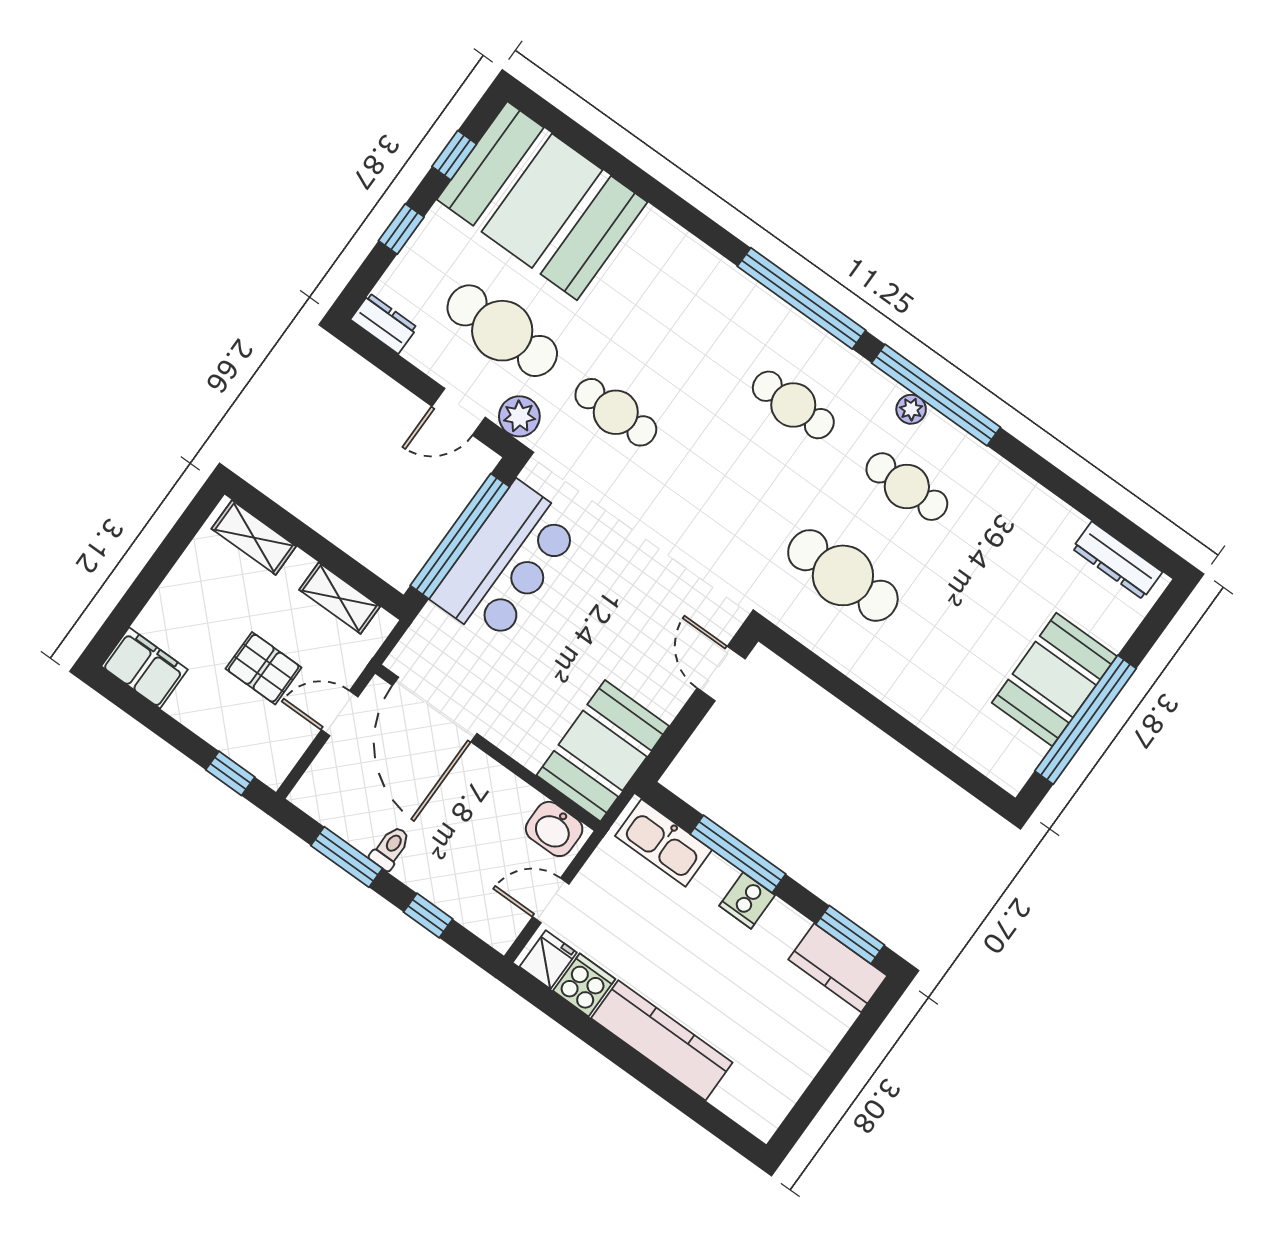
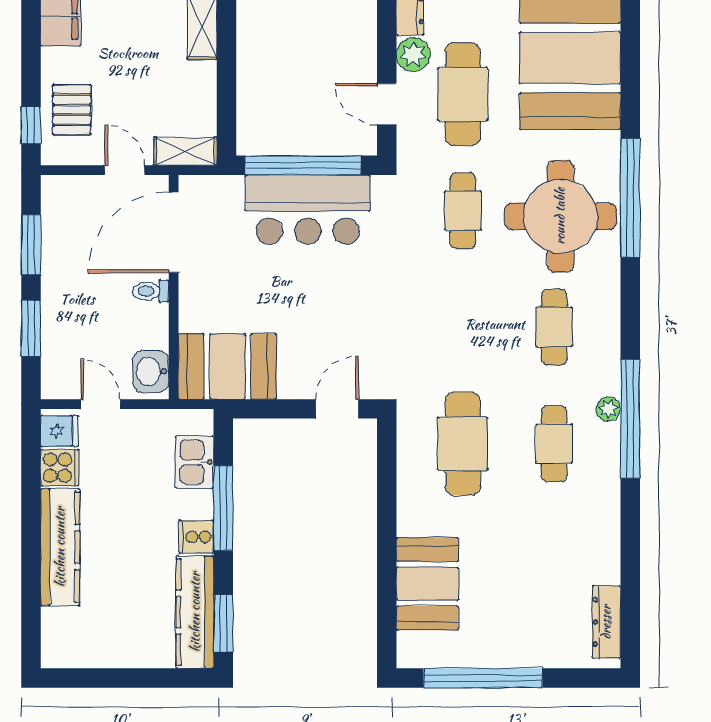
window: (802, 298) -> (630, 198), moved
round table: (690, 321) -> (560, 216), added
plant: (519, 416) -> (413, 55), moved
shelving: (340, 598) -> (185, 151), moved, turned 90
pallet: (264, 668) -> (72, 110), moved
booth: (1054, 680) -> (427, 584), moved, turned 90
kitchen sink: (663, 843) -> (195, 462), width x0.73
toilet: (390, 848) -> (151, 291), moved, turned 180
window: (428, 916) -> (31, 328), width x1.50
kitchen counter: (838, 968) -> (195, 612), width x1.50

